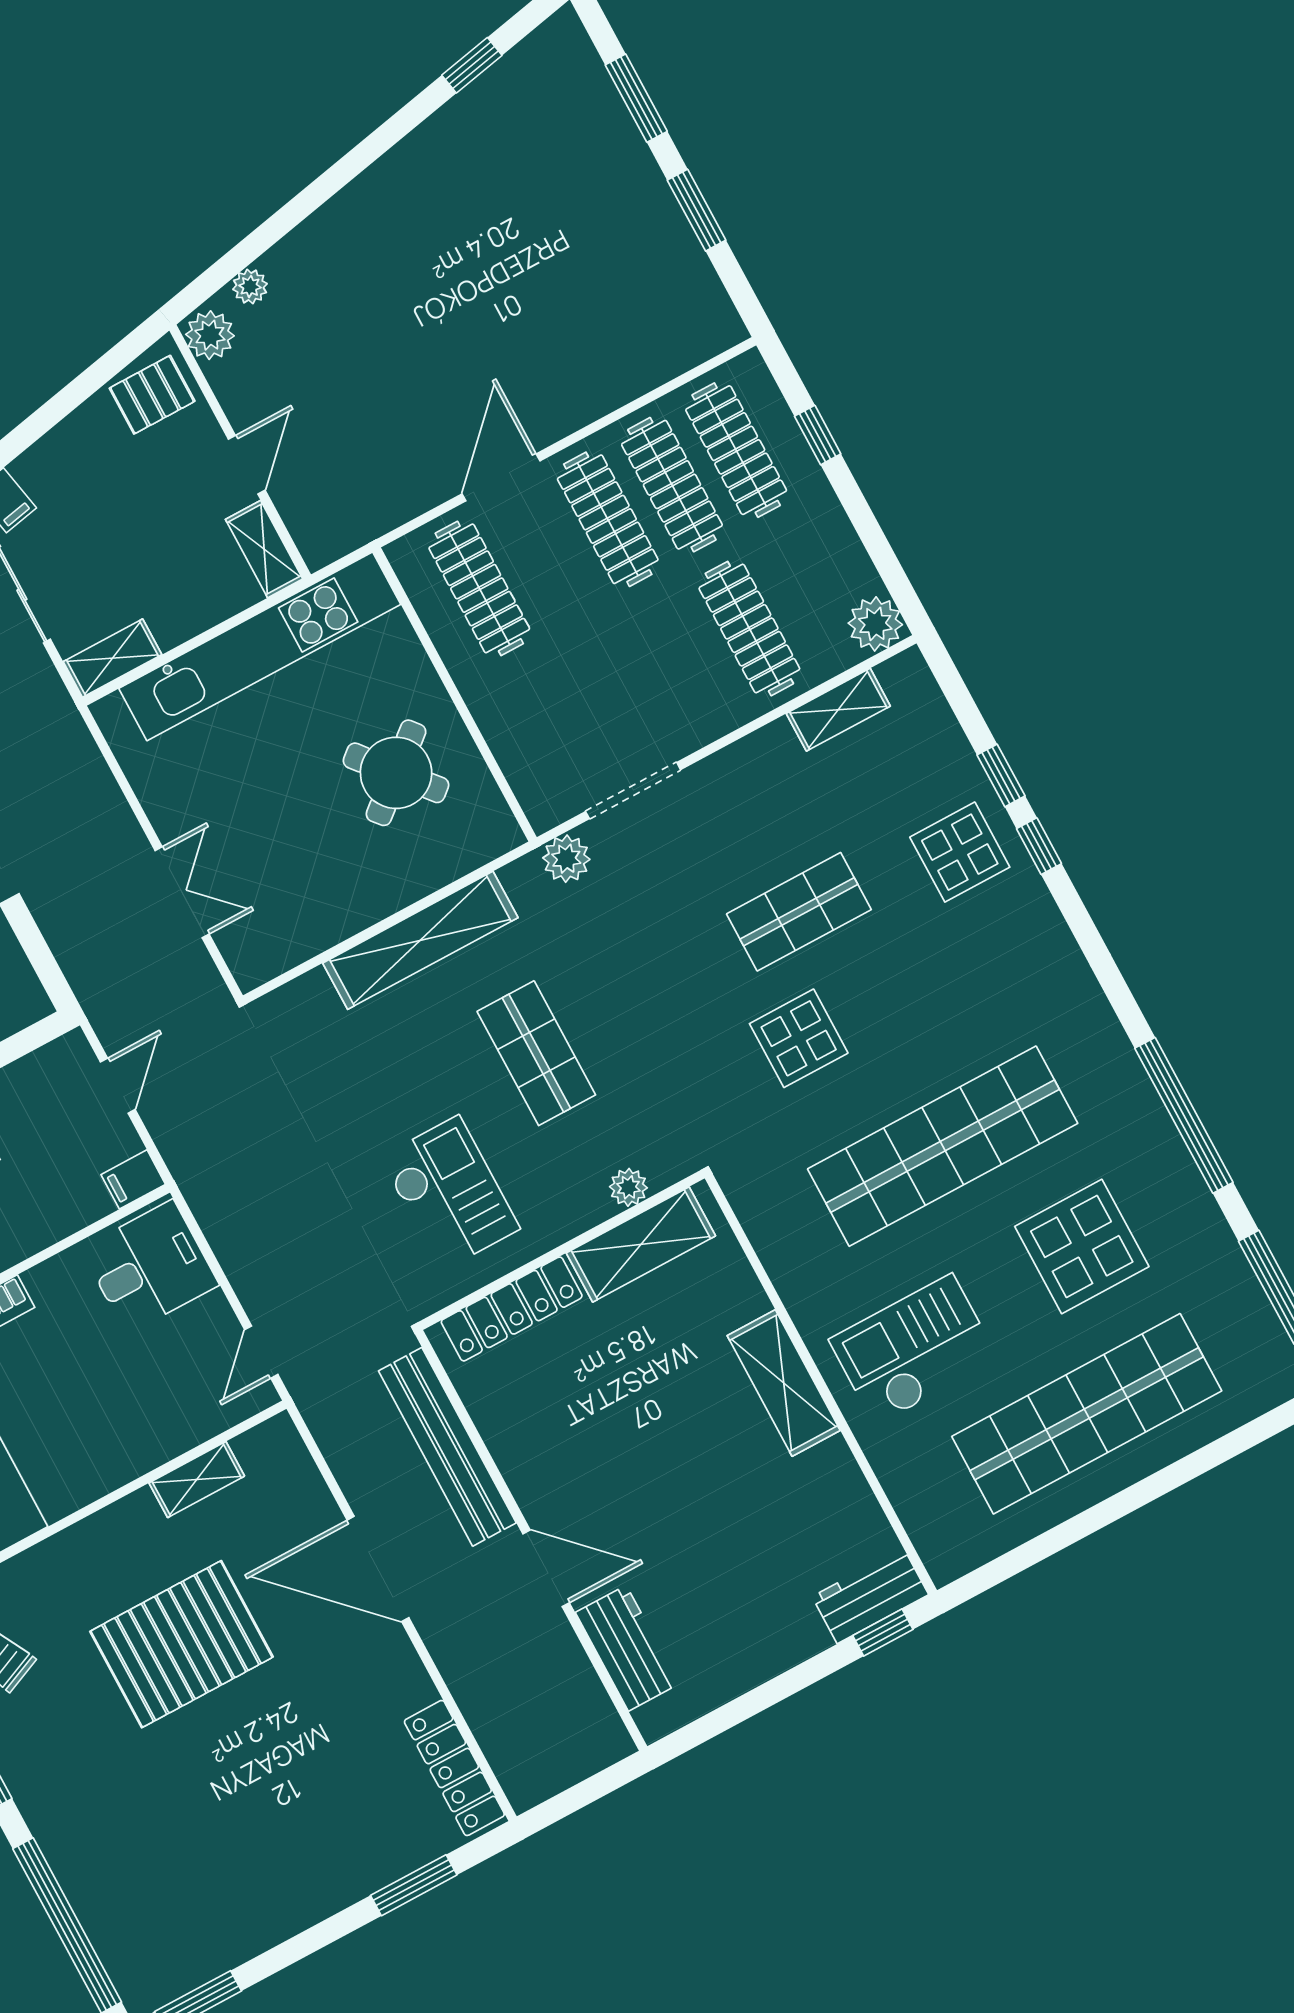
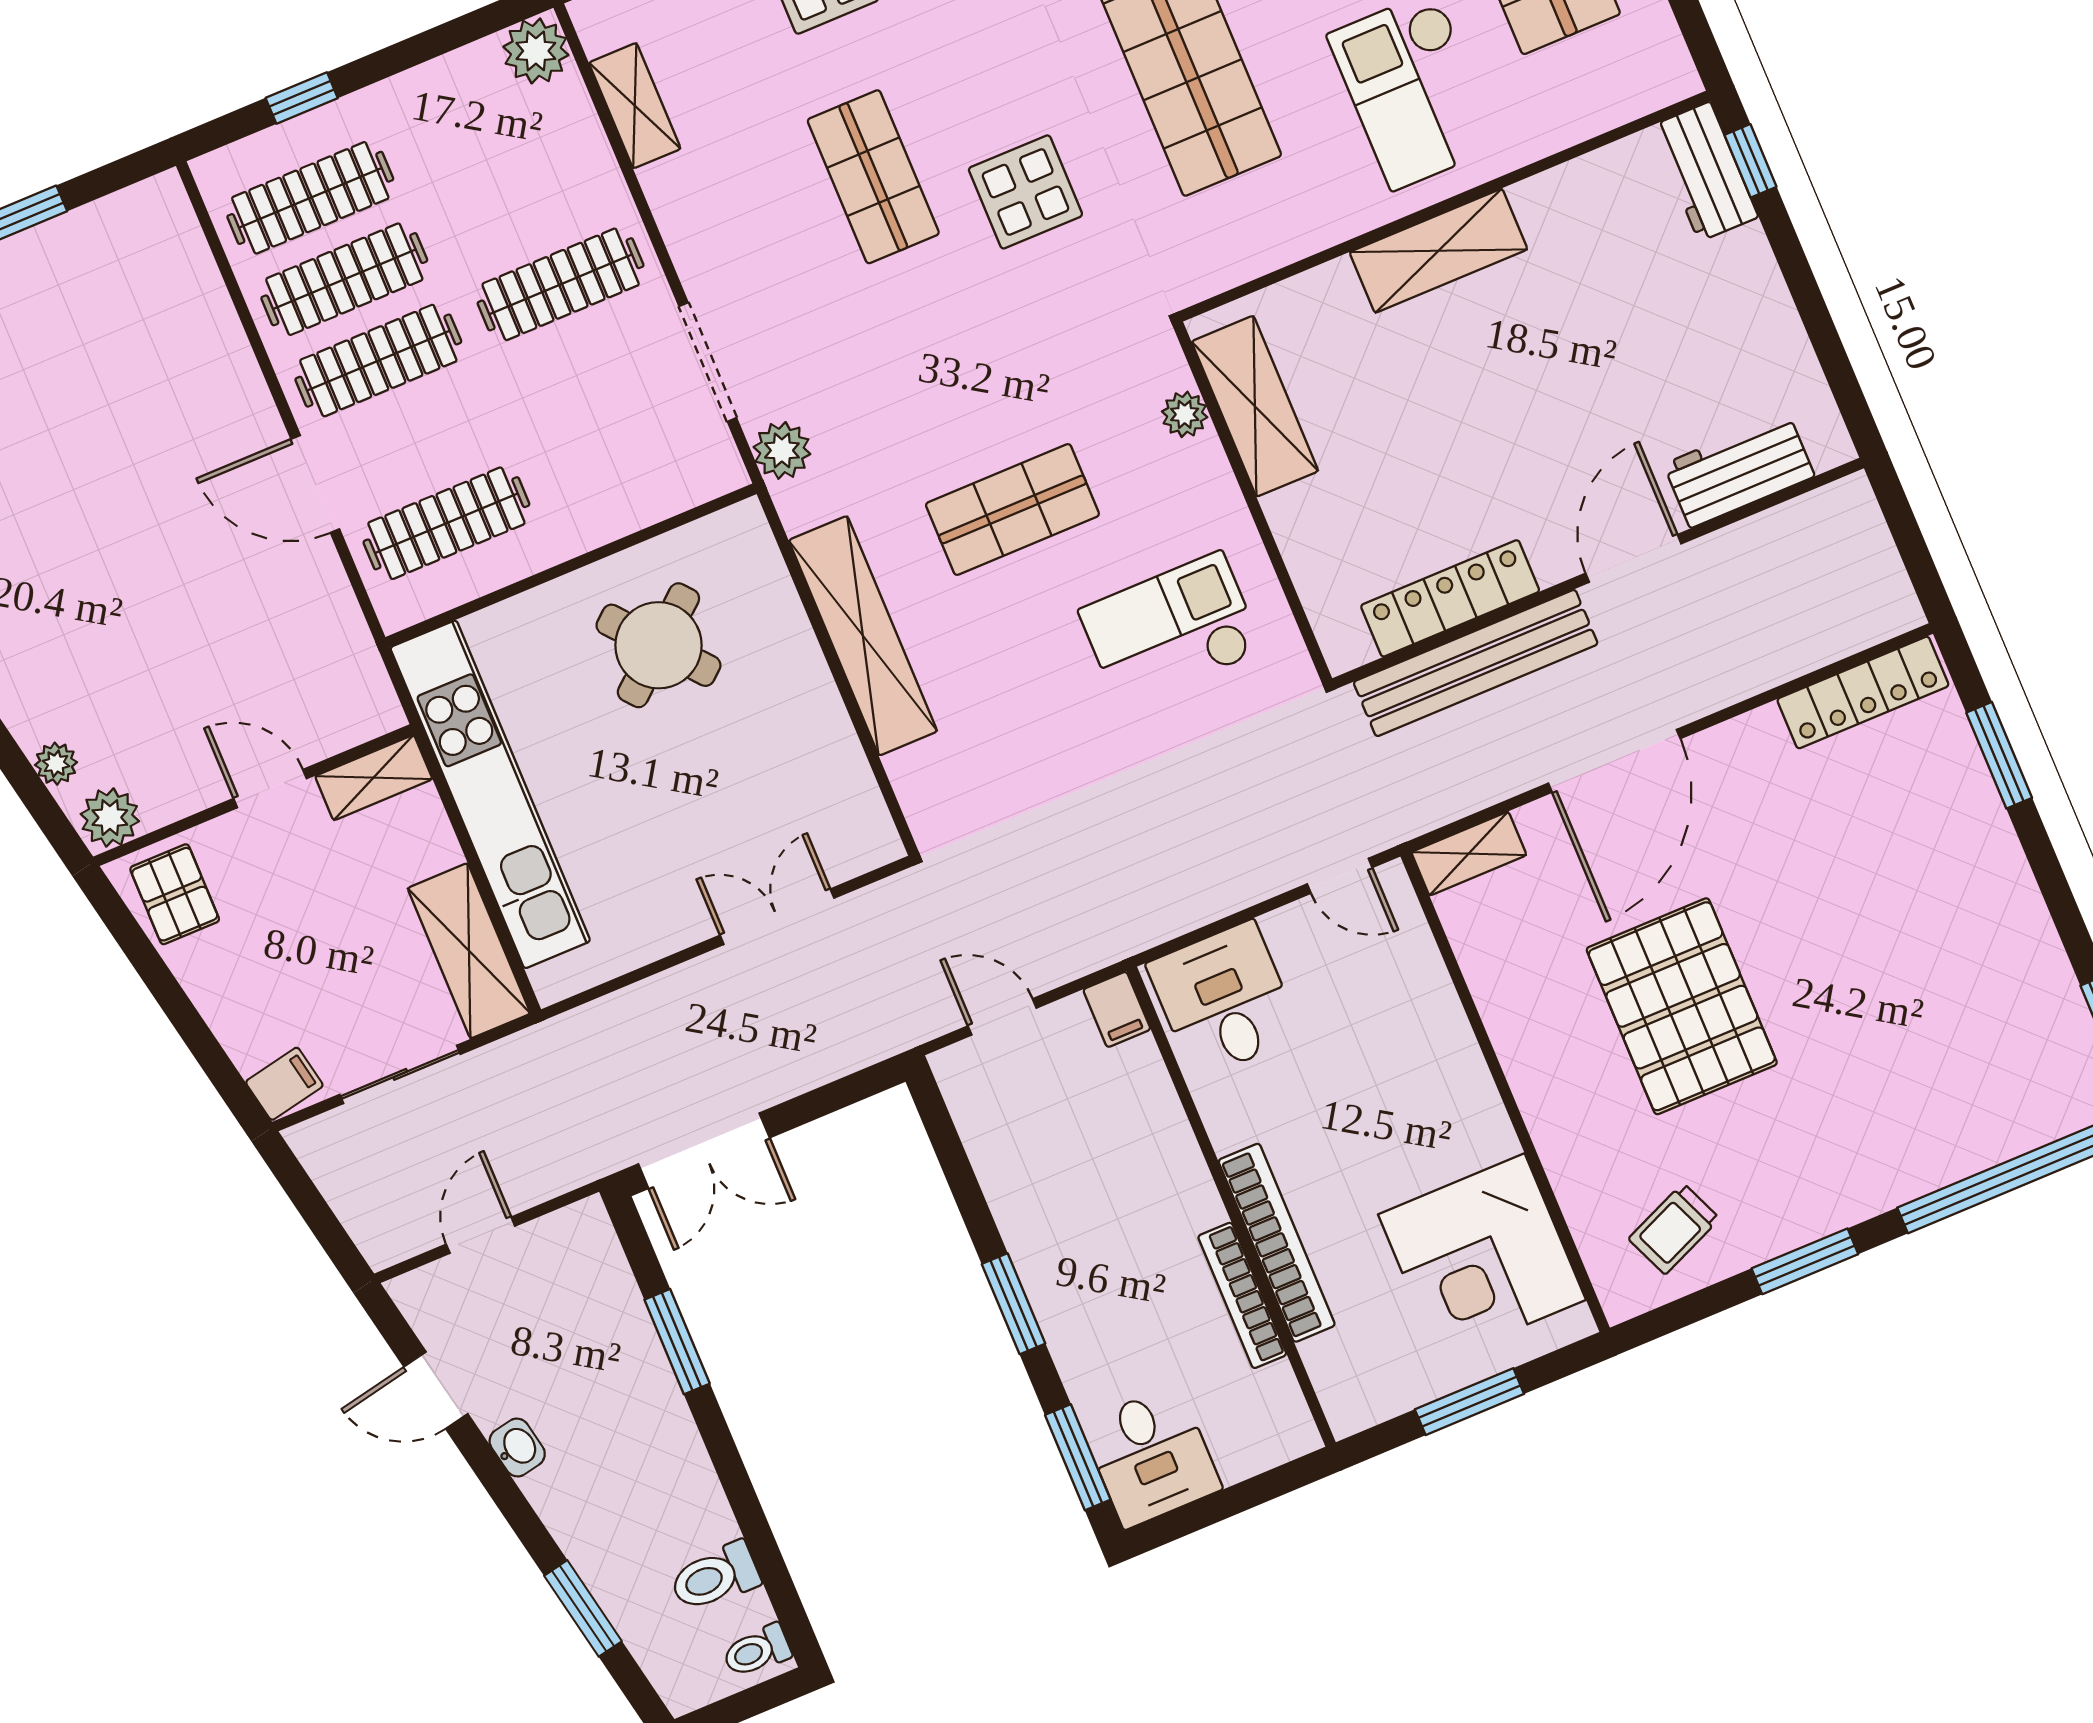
clothes rail: (749, 629) -> (561, 284), moved
shelving: (113, 658) -> (469, 951), width x1.50, depth x1.33
locker: (512, 1309) -> (1450, 598), moved, turned -90
shelving: (197, 1480) -> (1469, 854), moved, turned 90

